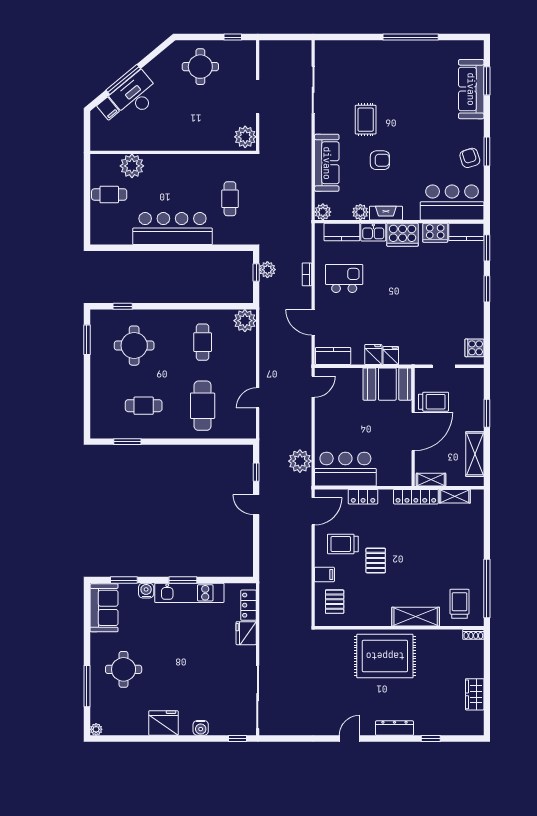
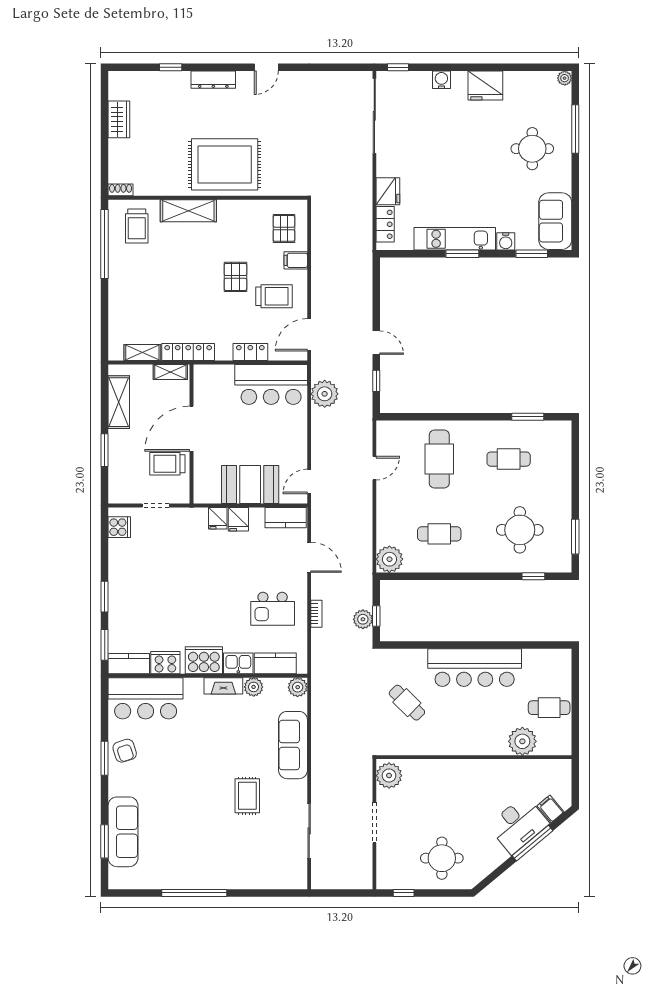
armchair: (380, 160) -> (230, 748), removed
cafe table: (230, 199) -> (407, 703), turned -45
cafe table: (203, 342) -> (439, 534), turned 90
booth: (387, 384) -> (250, 485), moved

